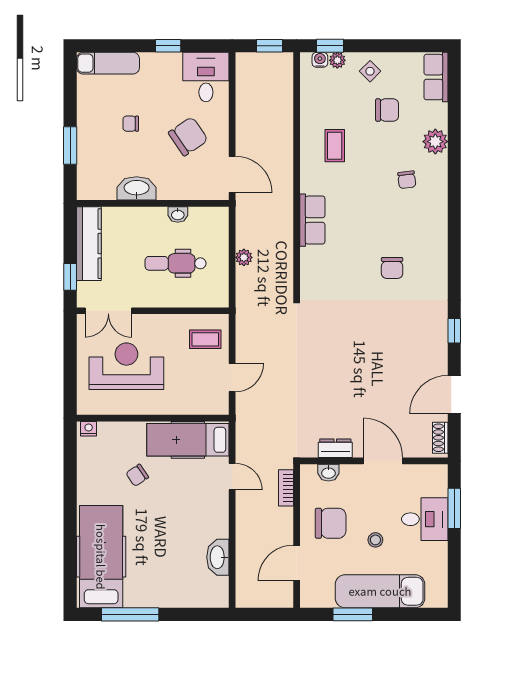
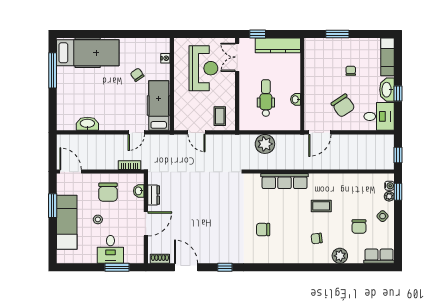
coffee table: (335, 146) -> (321, 206), moved
washbasin: (137, 188) -> (387, 90), moved, turned 180
row of seats: (312, 220) -> (285, 181), width x1.48
plant: (244, 257) -> (265, 144), width x1.88, depth x1.88
nightstand: (89, 429) -> (165, 58), moved
door: (297, 563) -> (71, 172), moved

